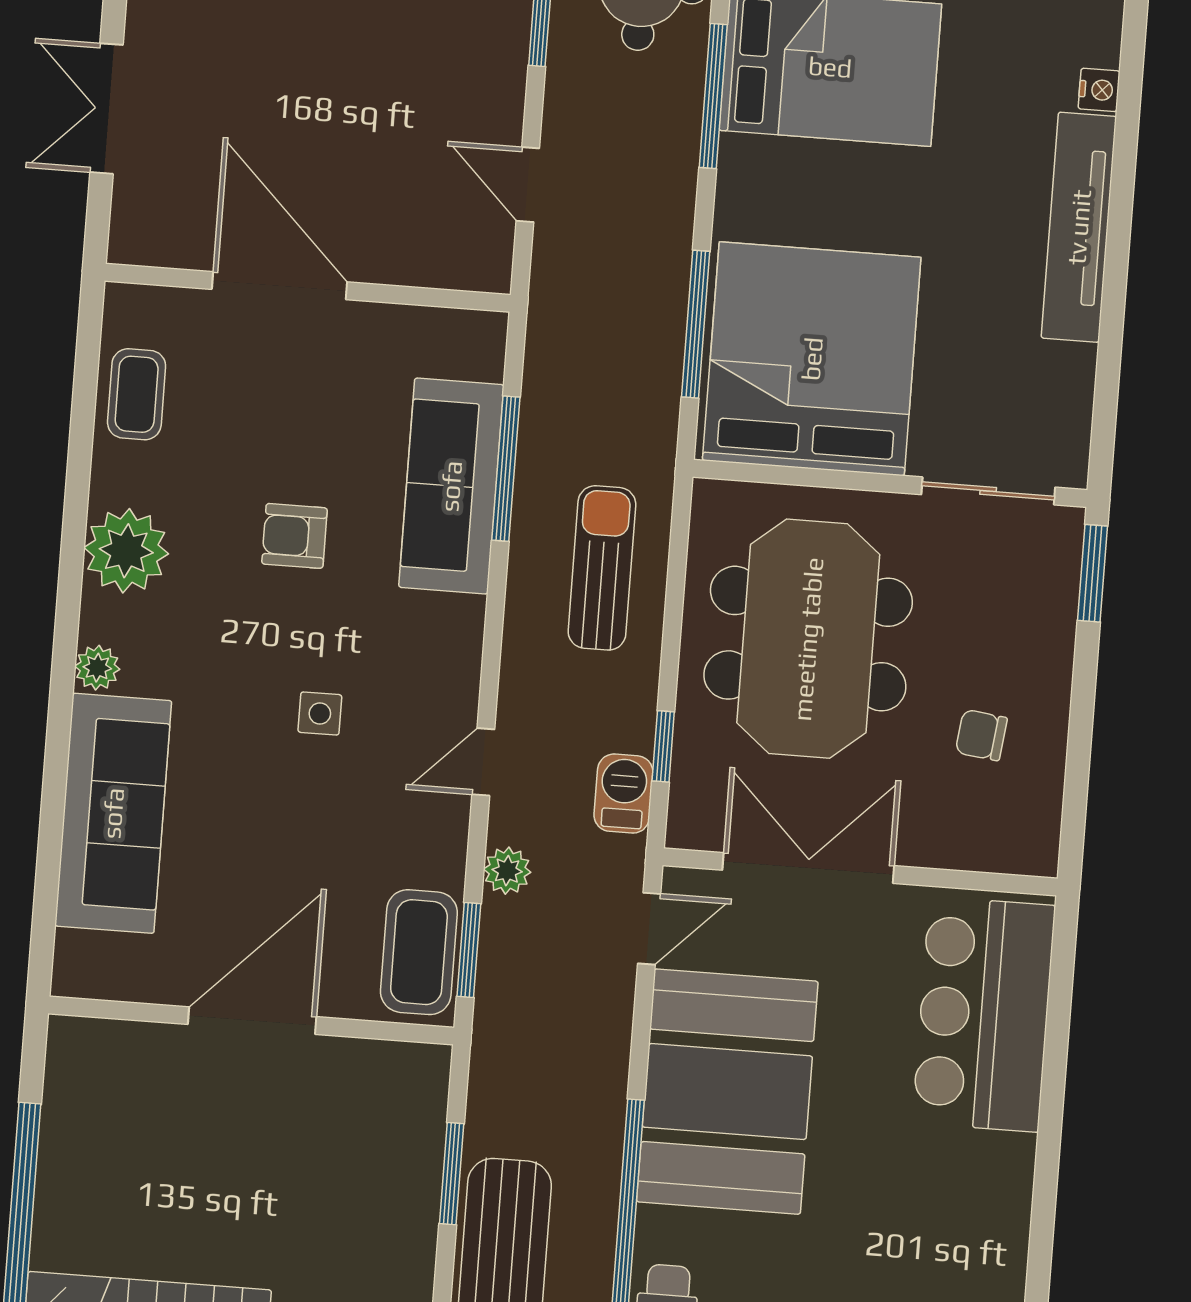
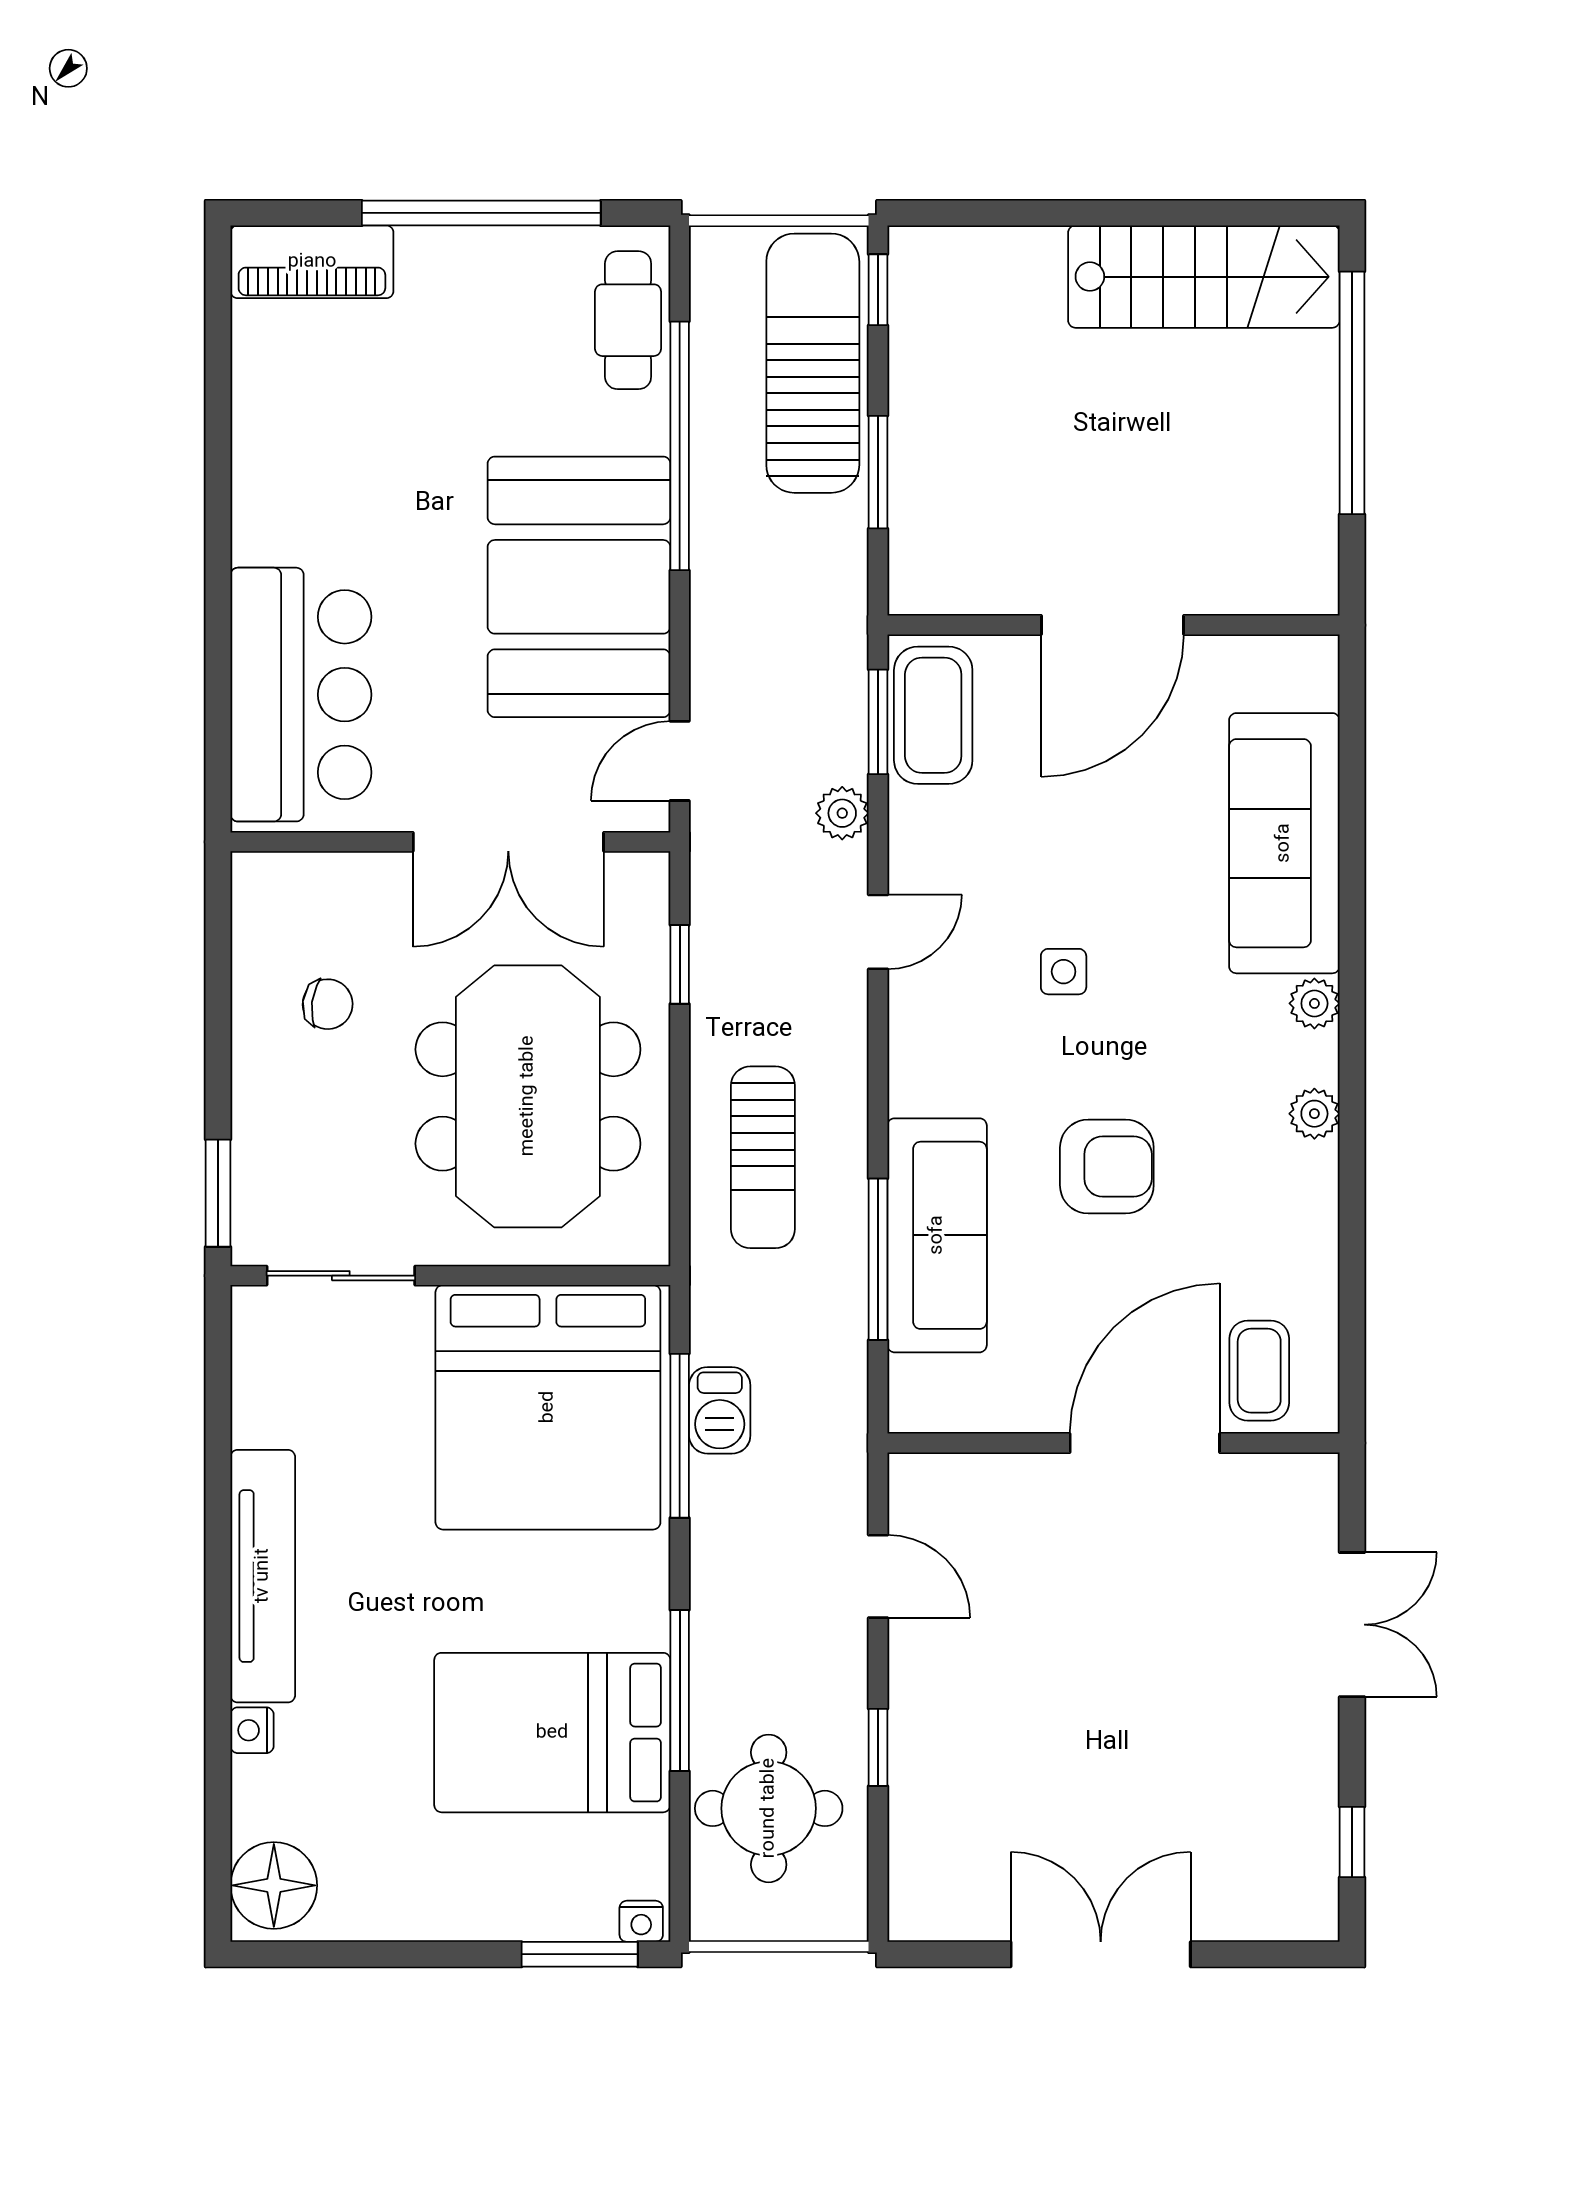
door: (280, 286) -> (1145, 1443), swing flipped
coffee table: (137, 394) -> (1259, 1371), moved
armchair: (295, 536) -> (1107, 1166), width x1.38, depth x1.38
plant: (126, 551) -> (1314, 1114), width x0.53, depth x0.53
barbecue: (623, 794) -> (720, 1410), moved

